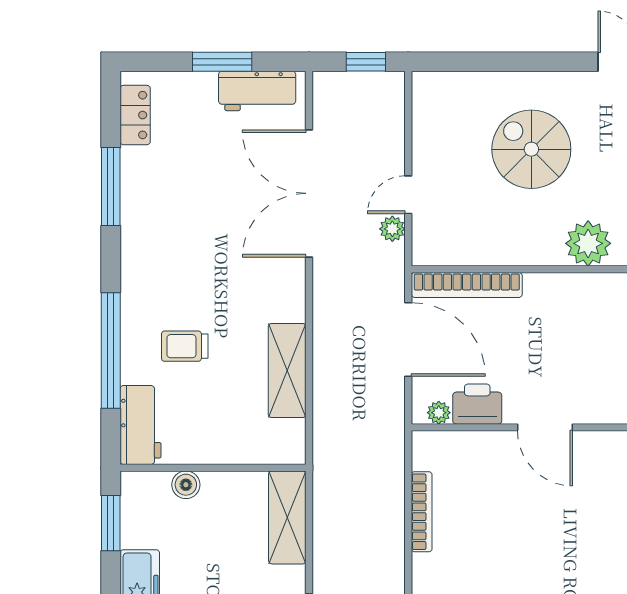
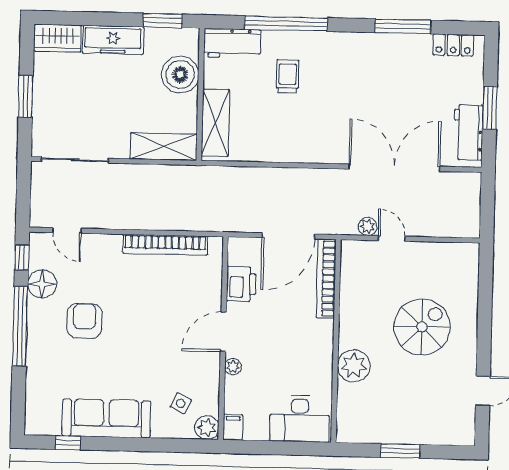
window: (366, 62) -> (487, 211), removed
shelving: (287, 371) -> (215, 123), moved, turned 90
plant: (439, 413) -> (233, 367), moved
boiler: (186, 485) -> (180, 75), width x1.86, depth x1.86
bookcase: (422, 512) -> (165, 245), width x1.48, depth x1.31

